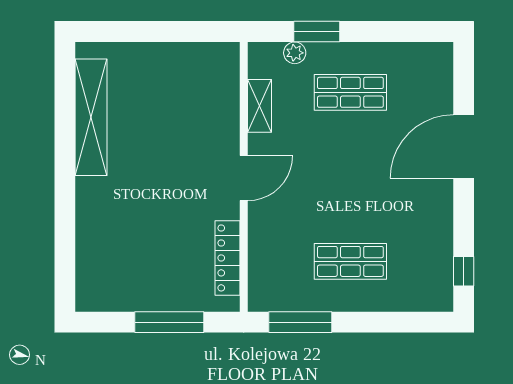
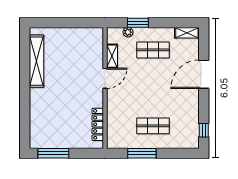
shelving: (426, 54) -> (187, 33), added
door: (244, 178) -> (105, 78), moved
window: (169, 322) -> (53, 153), moved
window: (300, 322) -> (142, 153), moved

